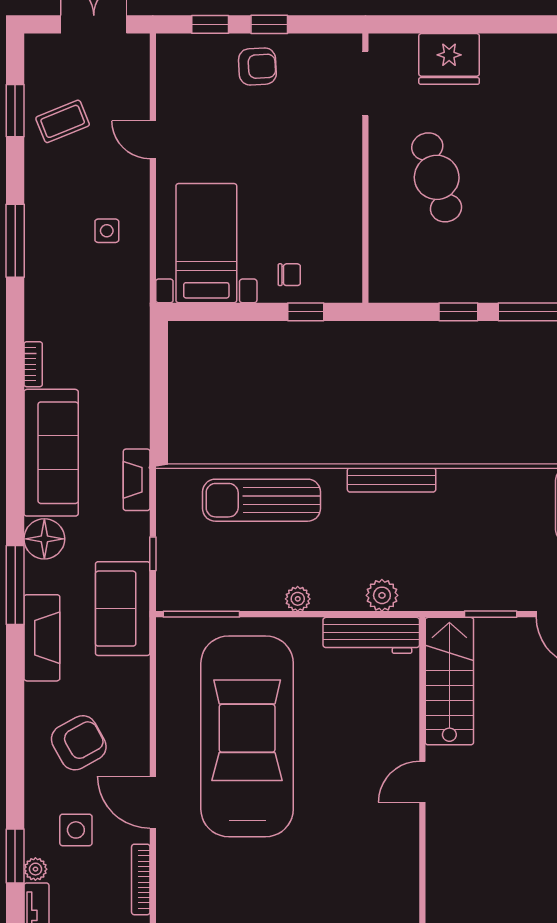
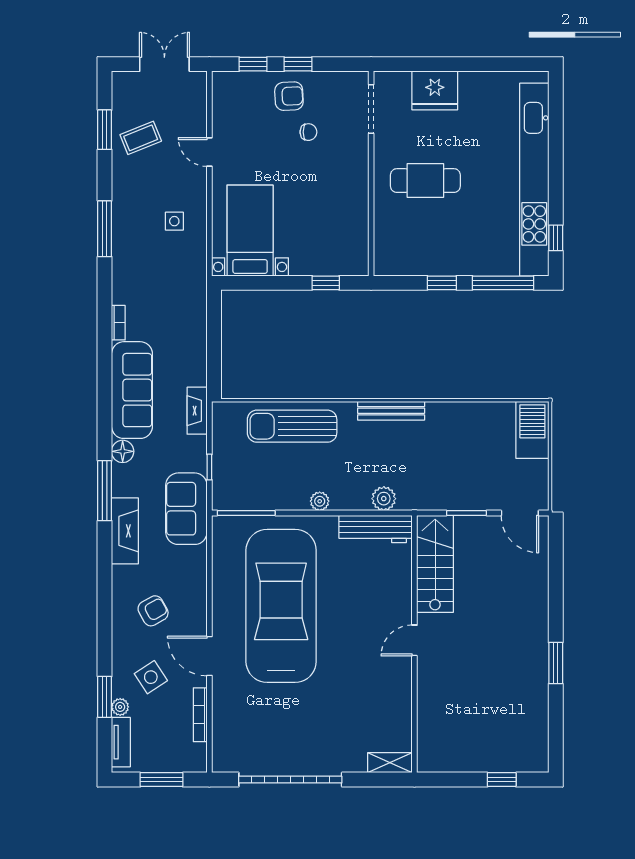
cafe table: (437, 177) -> (425, 181), turned -73
chair: (289, 275) -> (308, 132), moved
floor lamp: (44, 539) -> (123, 451), width x0.73, depth x0.73
armchair: (79, 743) -> (153, 611), width x0.72, depth x0.72
side table: (76, 830) -> (151, 677), turned -33

